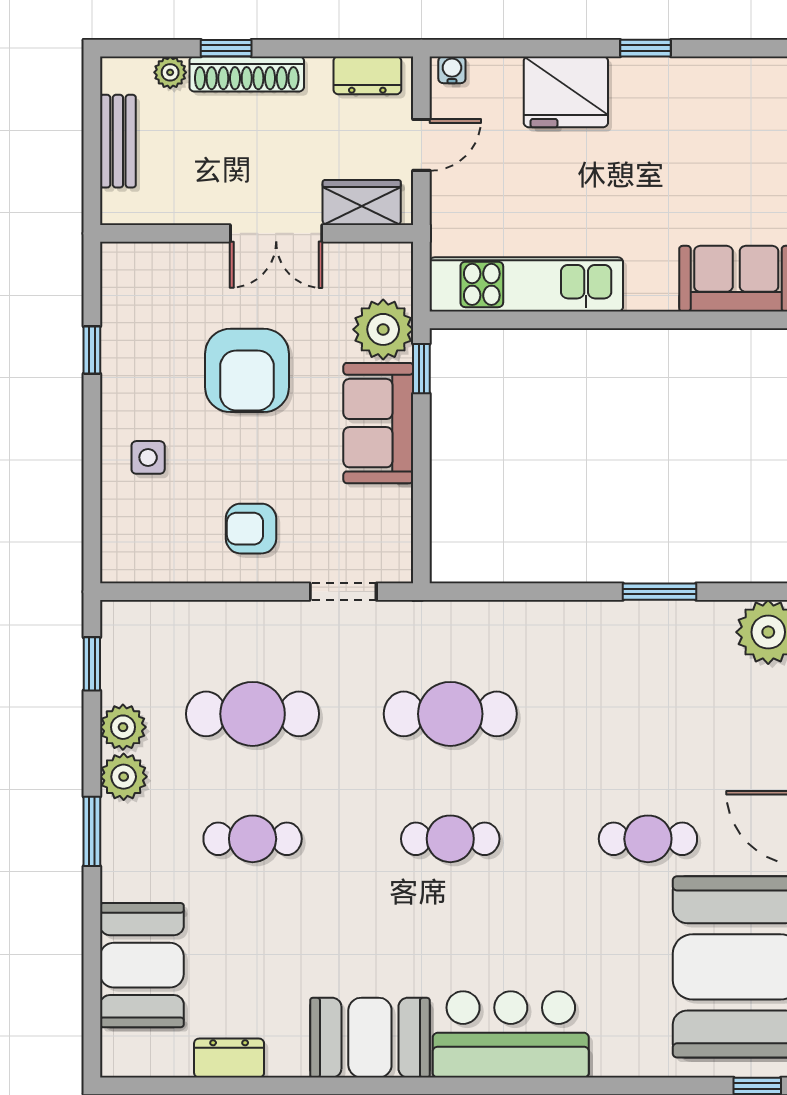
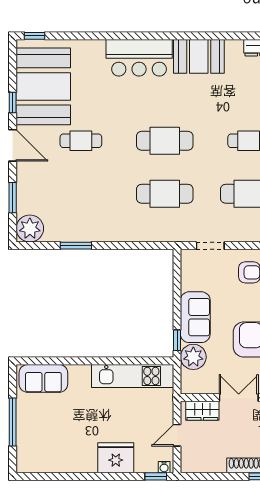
window: (646, 48) -> (156, 476), moved
dresser: (367, 75) -> (200, 465), removed
cafe table: (450, 839) -> (165, 141), width x1.37, depth x1.35

